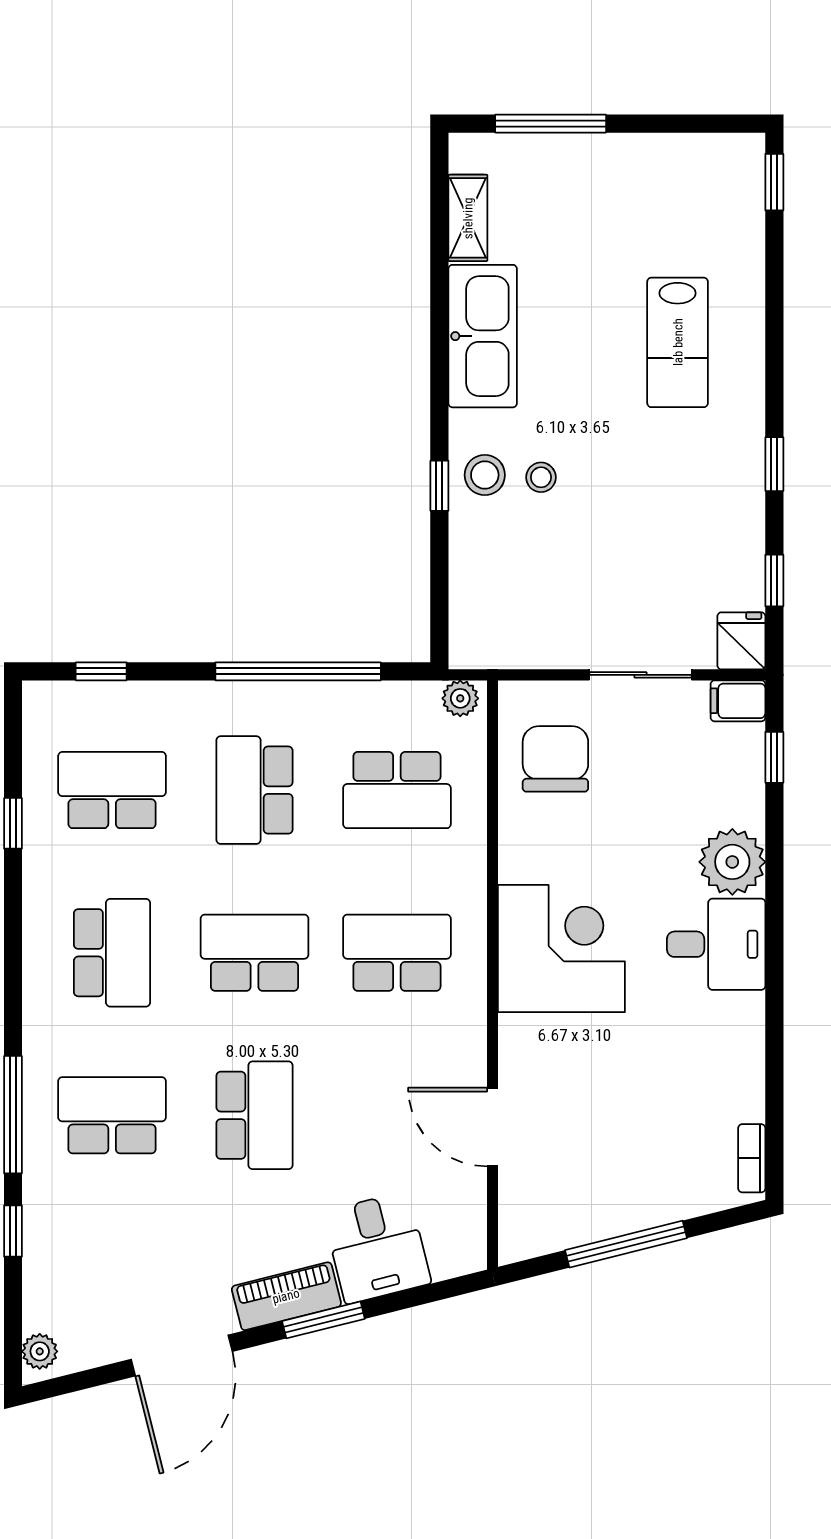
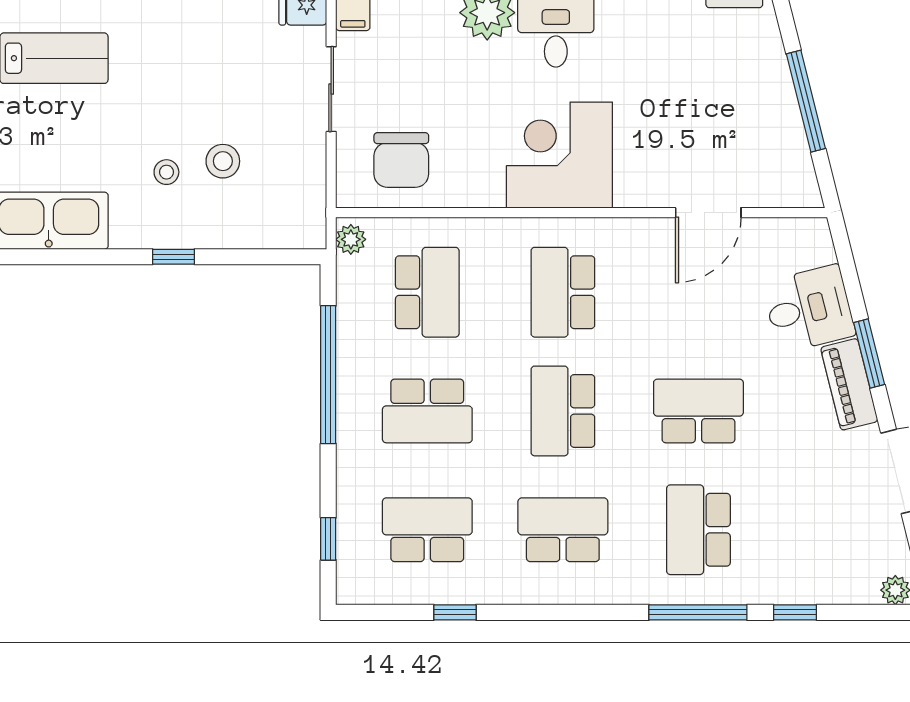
stool: (485, 475) -> (223, 161), moved
chair: (555, 759) -> (401, 160), turned -90
school desk: (112, 790) -> (427, 530), turned 90

